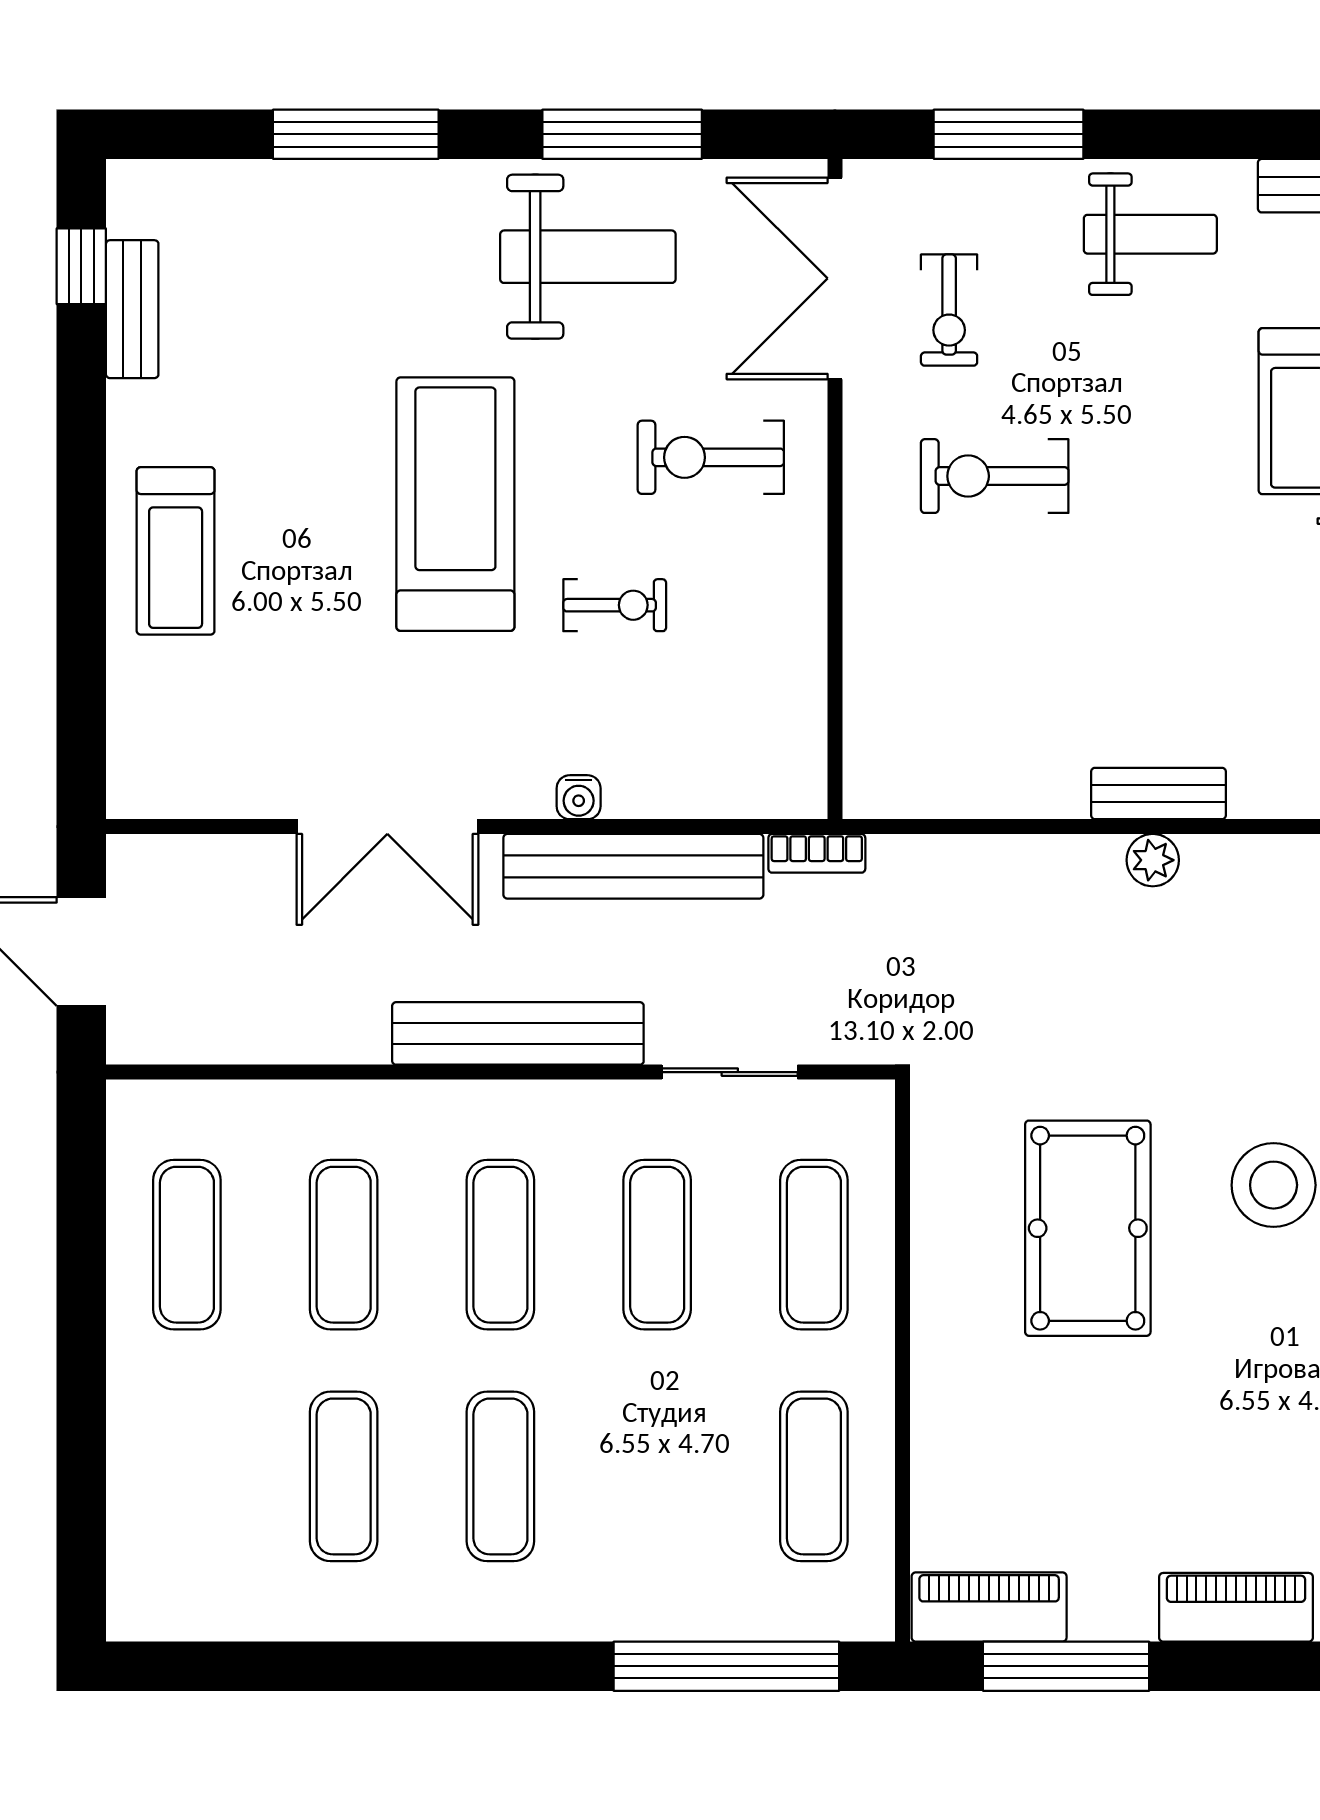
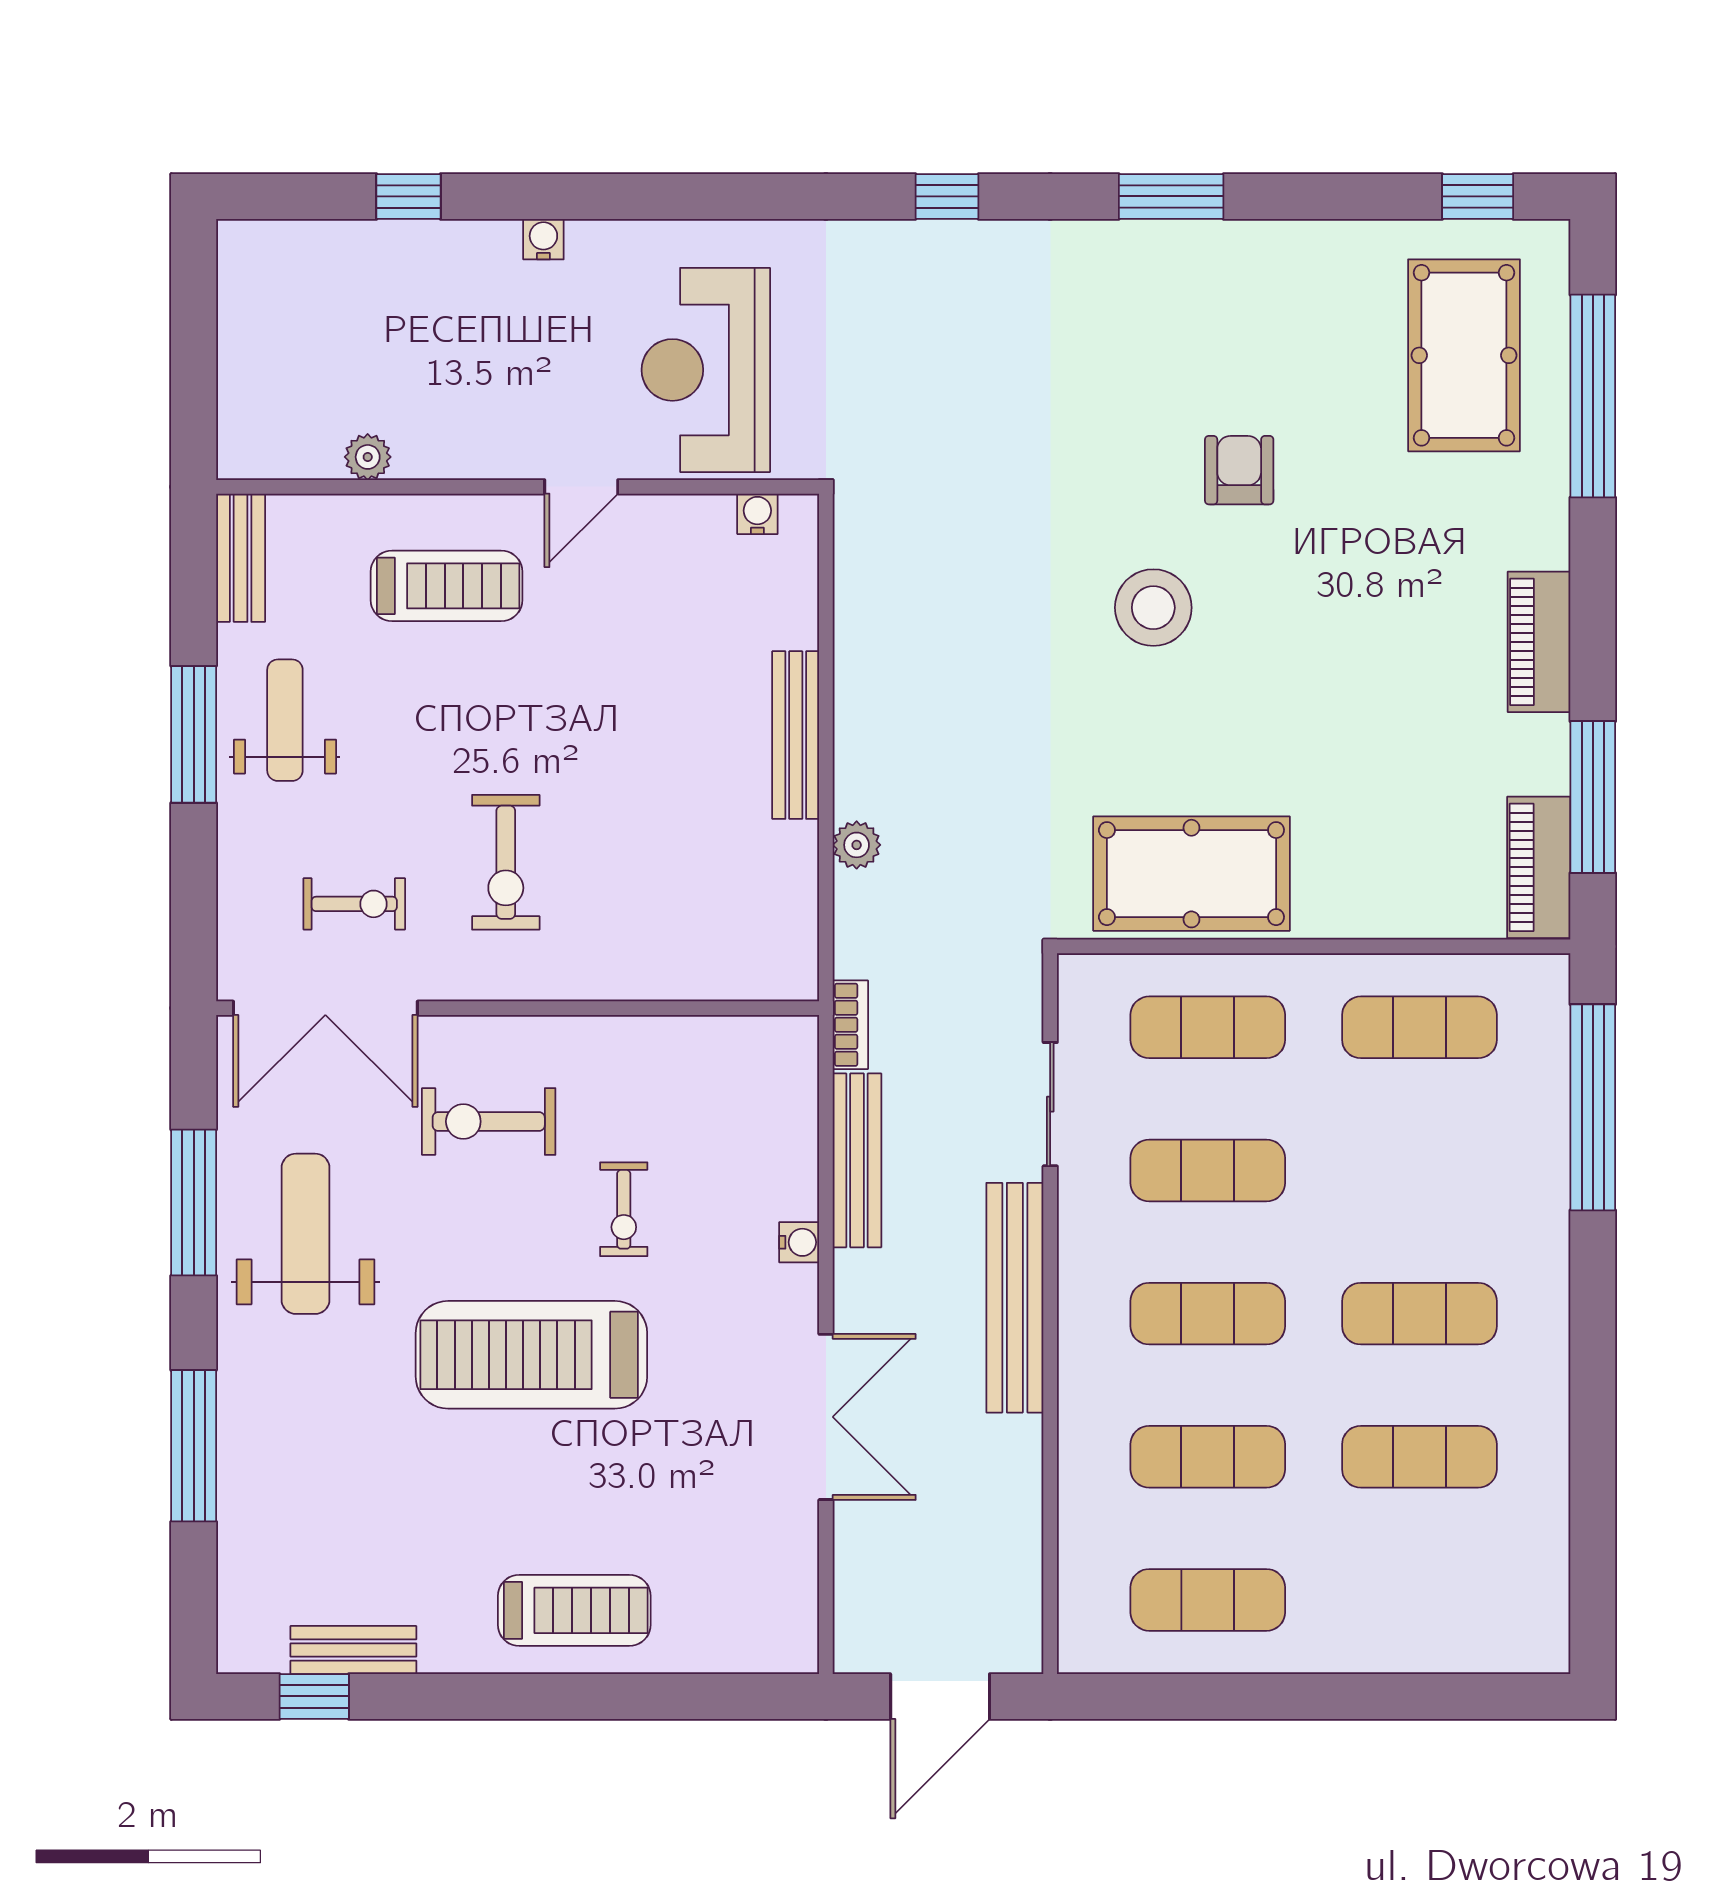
window: (1009, 134) -> (194, 734), moved
exercise bike: (711, 457) -> (489, 1121), turned 90
exercise bike: (615, 605) -> (624, 1209), turned 180
bench: (1158, 793) -> (796, 735), width x1.36
plant: (1153, 860) -> (857, 845), moved
bench: (633, 866) -> (857, 1160), width x0.73, depth x0.82
pool table: (1088, 1228) -> (1191, 874), moved

